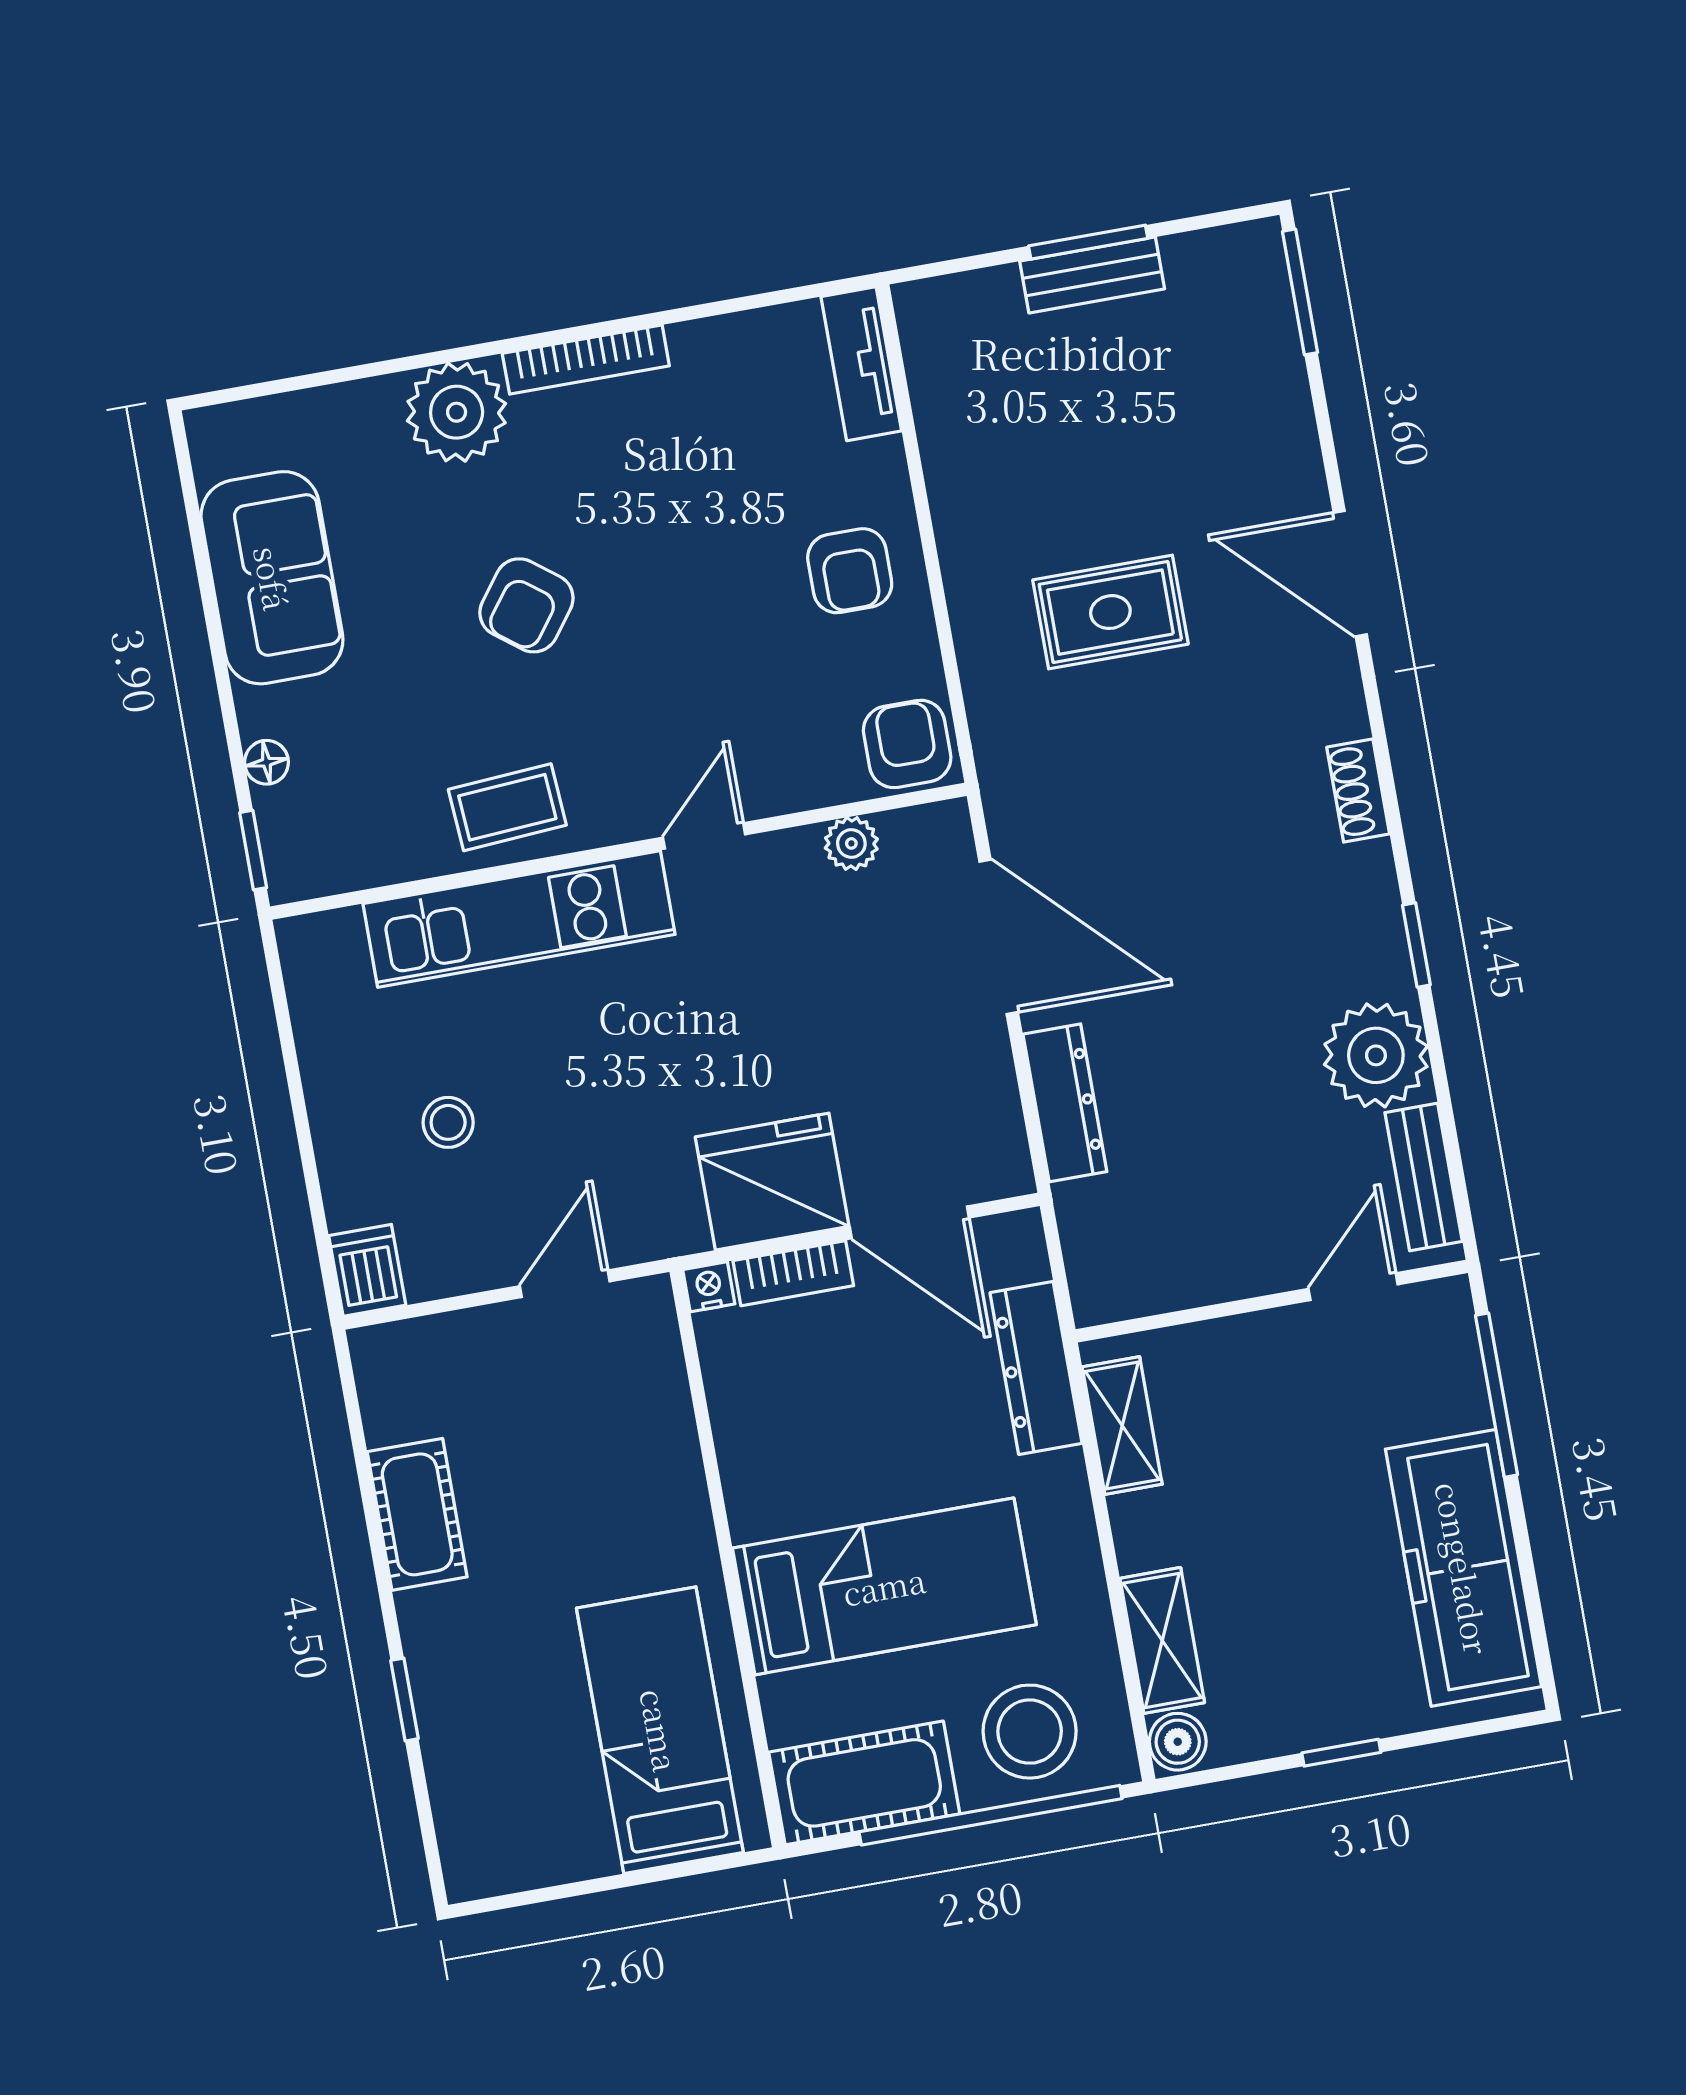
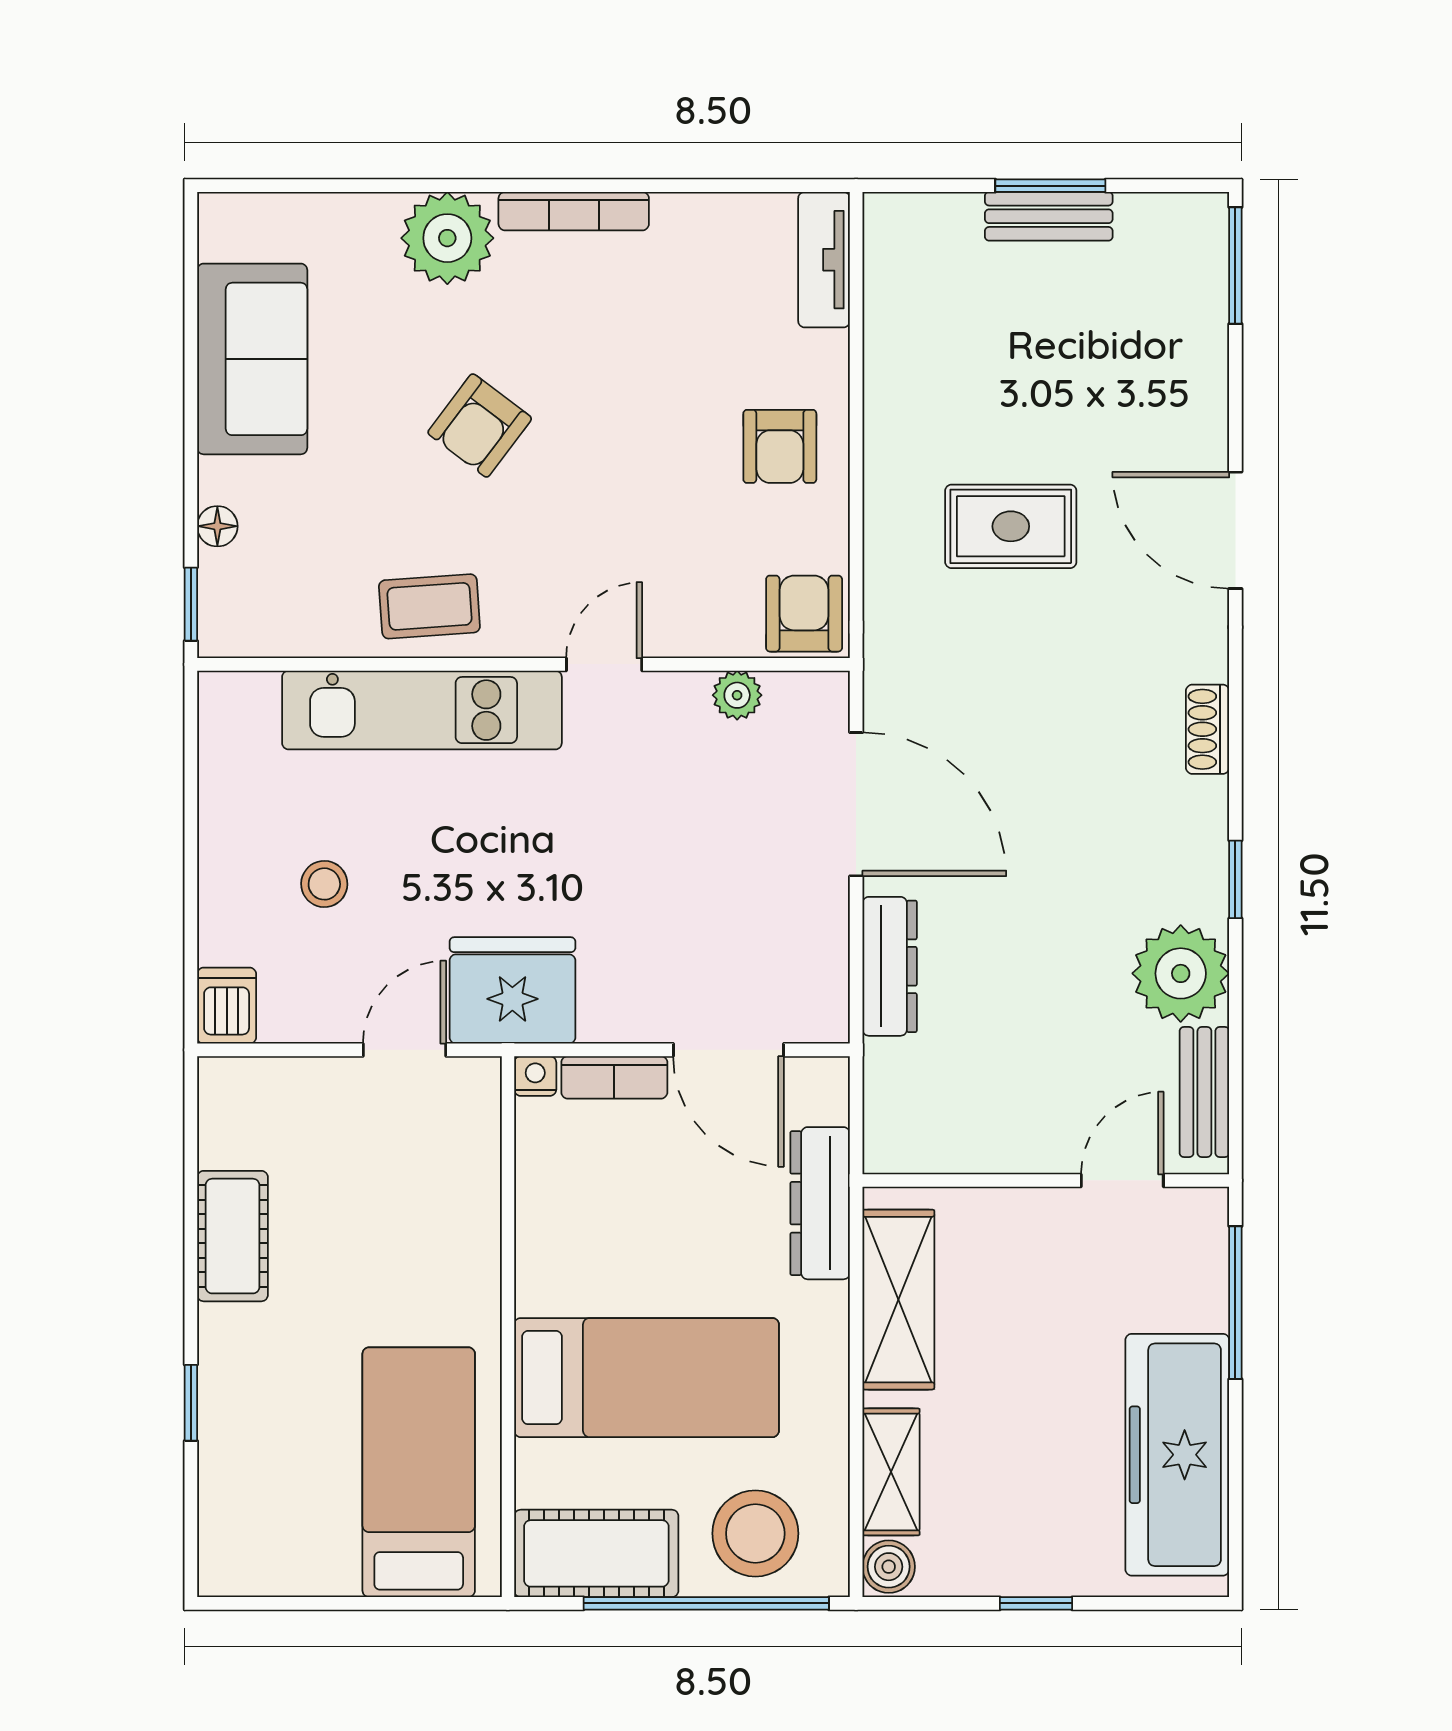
fridge: (772, 1182) -> (512, 990), moved
shelving: (1122, 1425) -> (898, 1300), width x1.50, depth x1.33

